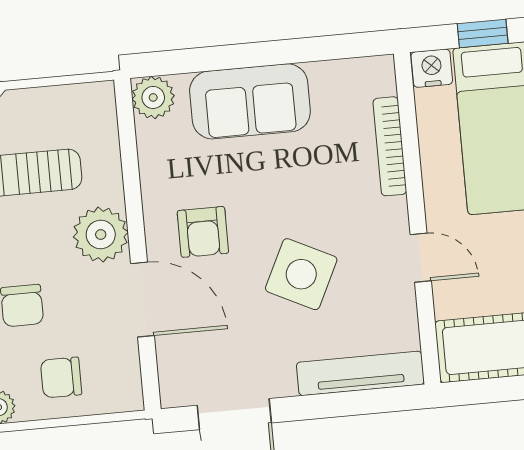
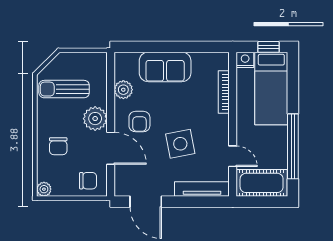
plant: (153, 97) -> (123, 90), moved
door: (421, 258) -> (233, 156), moved
side table: (301, 274) -> (180, 144), turned -37
chair: (61, 377) -> (88, 181), moved, turned 180

